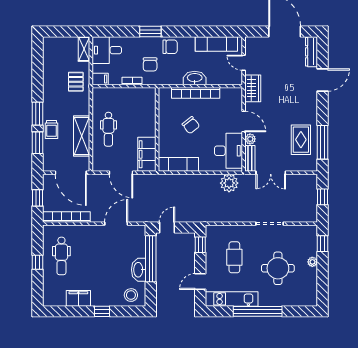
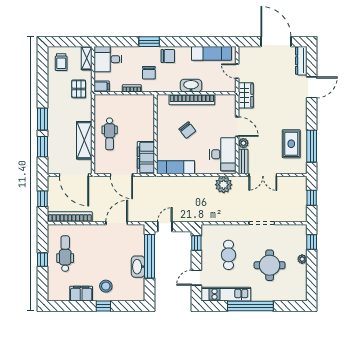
trolley: (52, 130) -> (61, 62), moved
dental chair: (61, 256) -> (65, 254), turned 180
stool: (131, 295) -> (106, 286), moved

